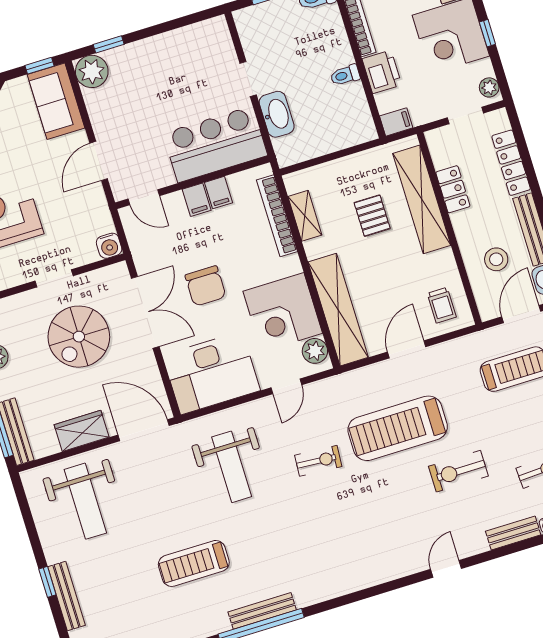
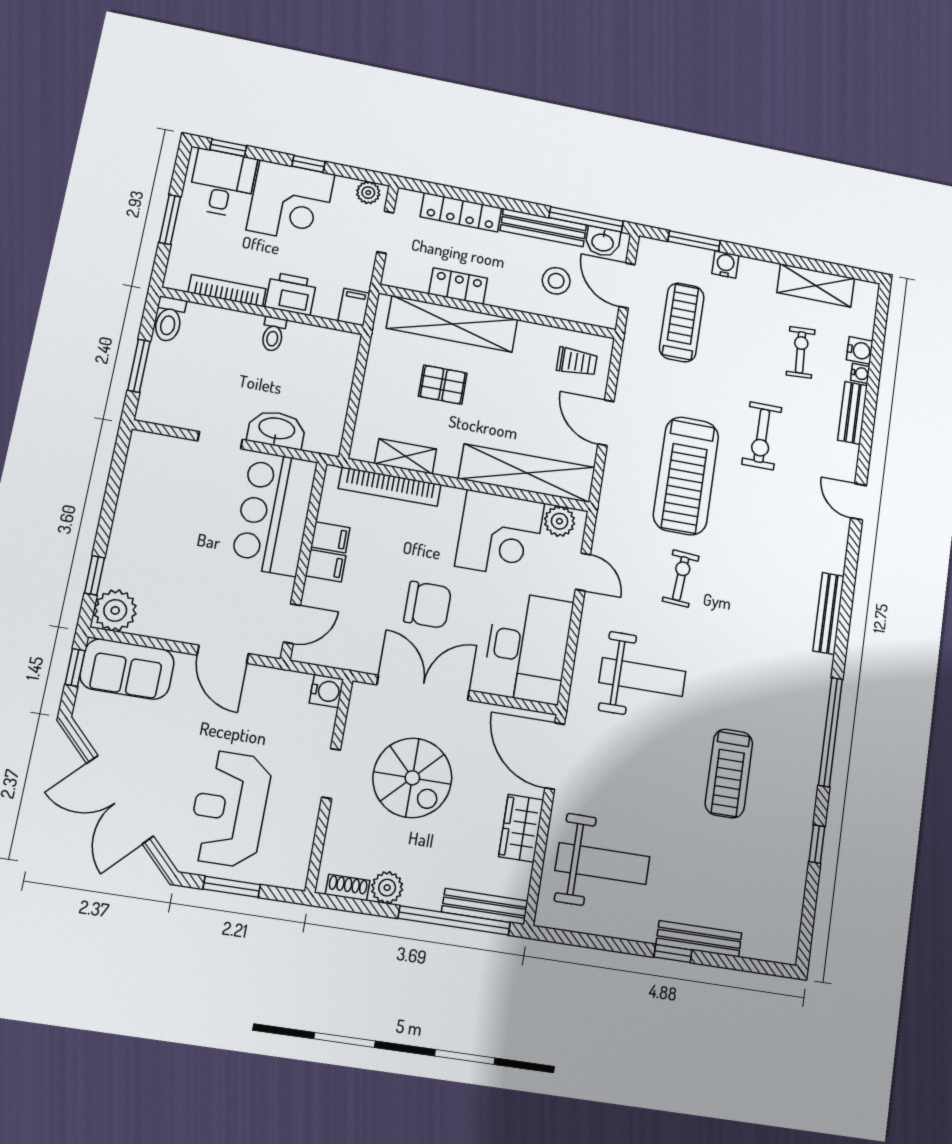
door: (144, 430) -> (555, 756), hinge flipped
bench: (262, 611) -> (829, 613), moved

